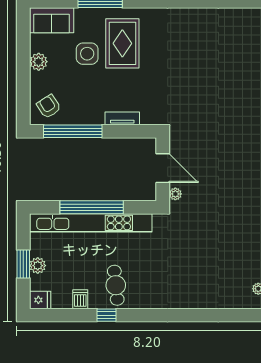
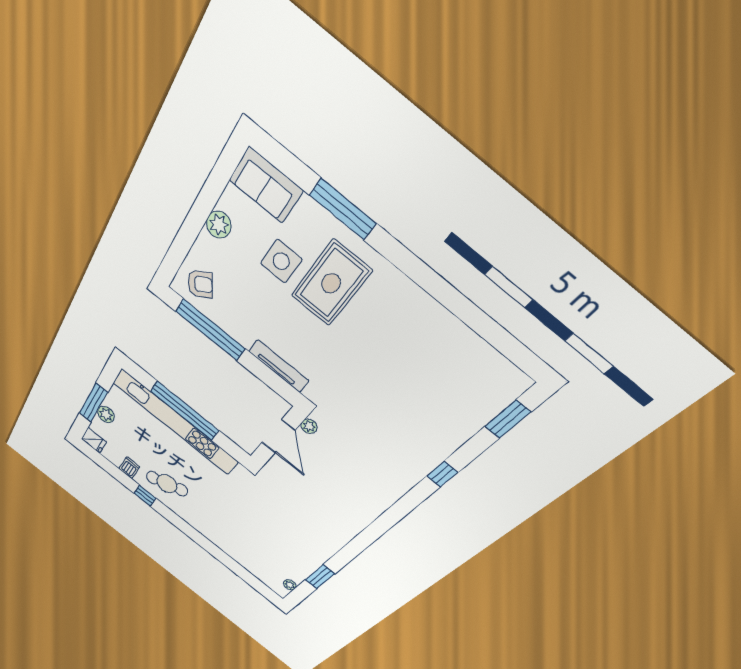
armchair: (49, 106) -> (200, 284), turned 91
tv unit: (122, 118) -> (279, 366), width x1.41
plant: (175, 194) -> (309, 426), moved
window: (23, 264) -> (93, 403), width x1.44
cafe table: (116, 285) -> (167, 484), turned 75

